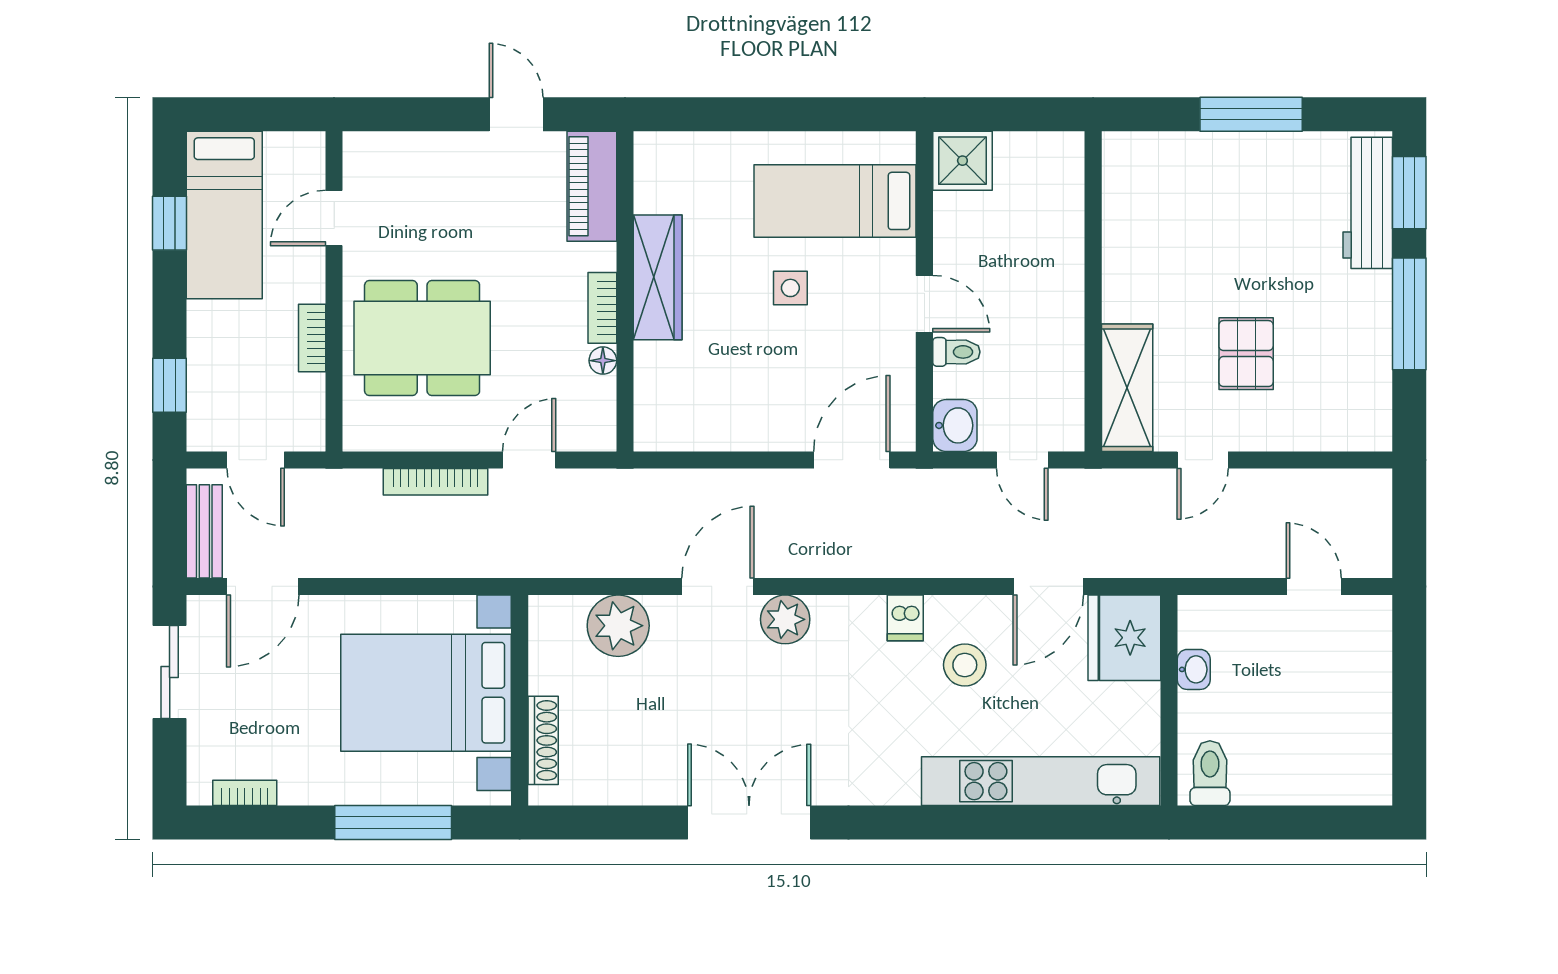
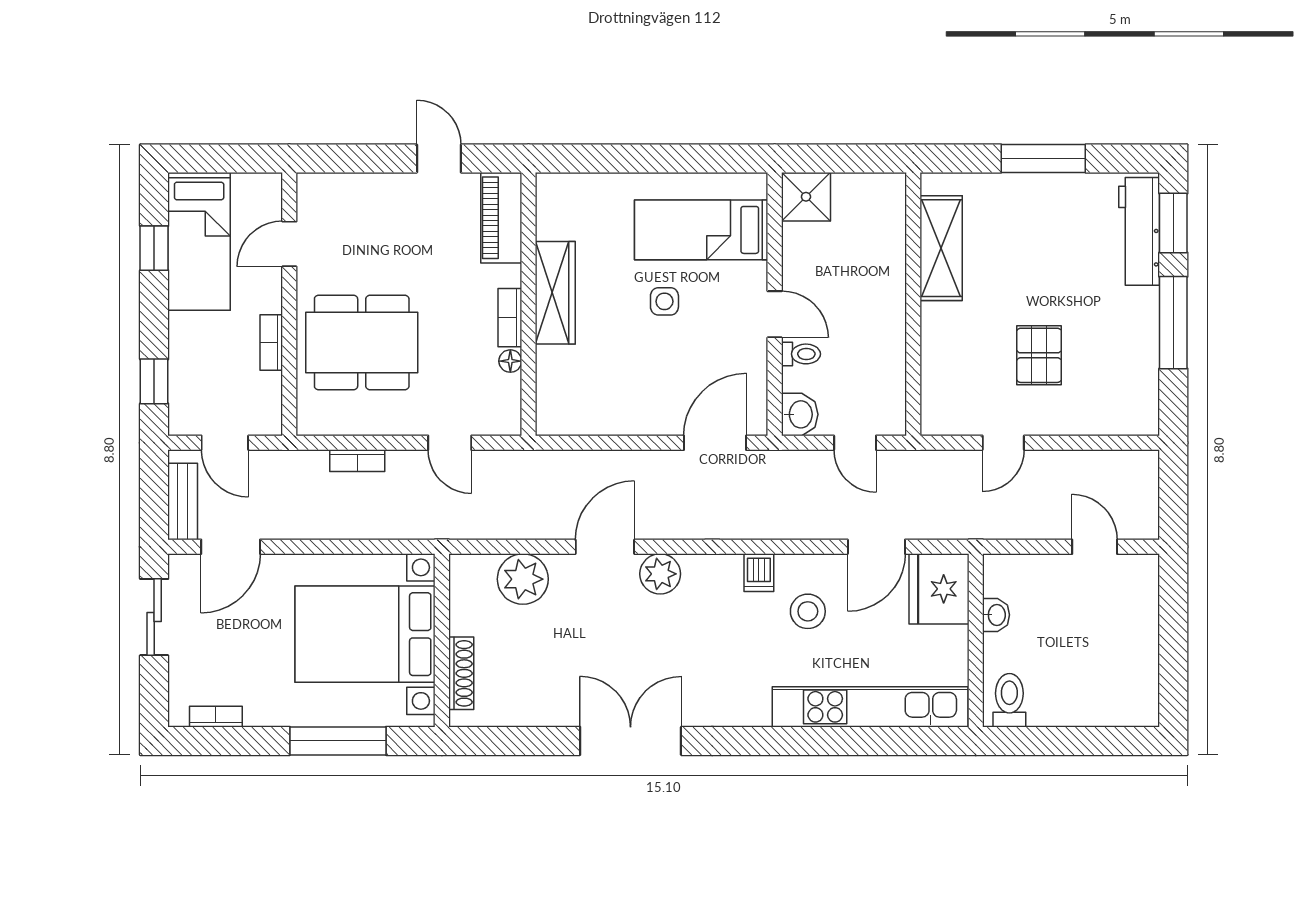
shelving: (1127, 388) -> (941, 248), moved
door: (529, 460) -> (450, 443), swing flipped
bookcase: (436, 482) -> (357, 461), width x0.64

